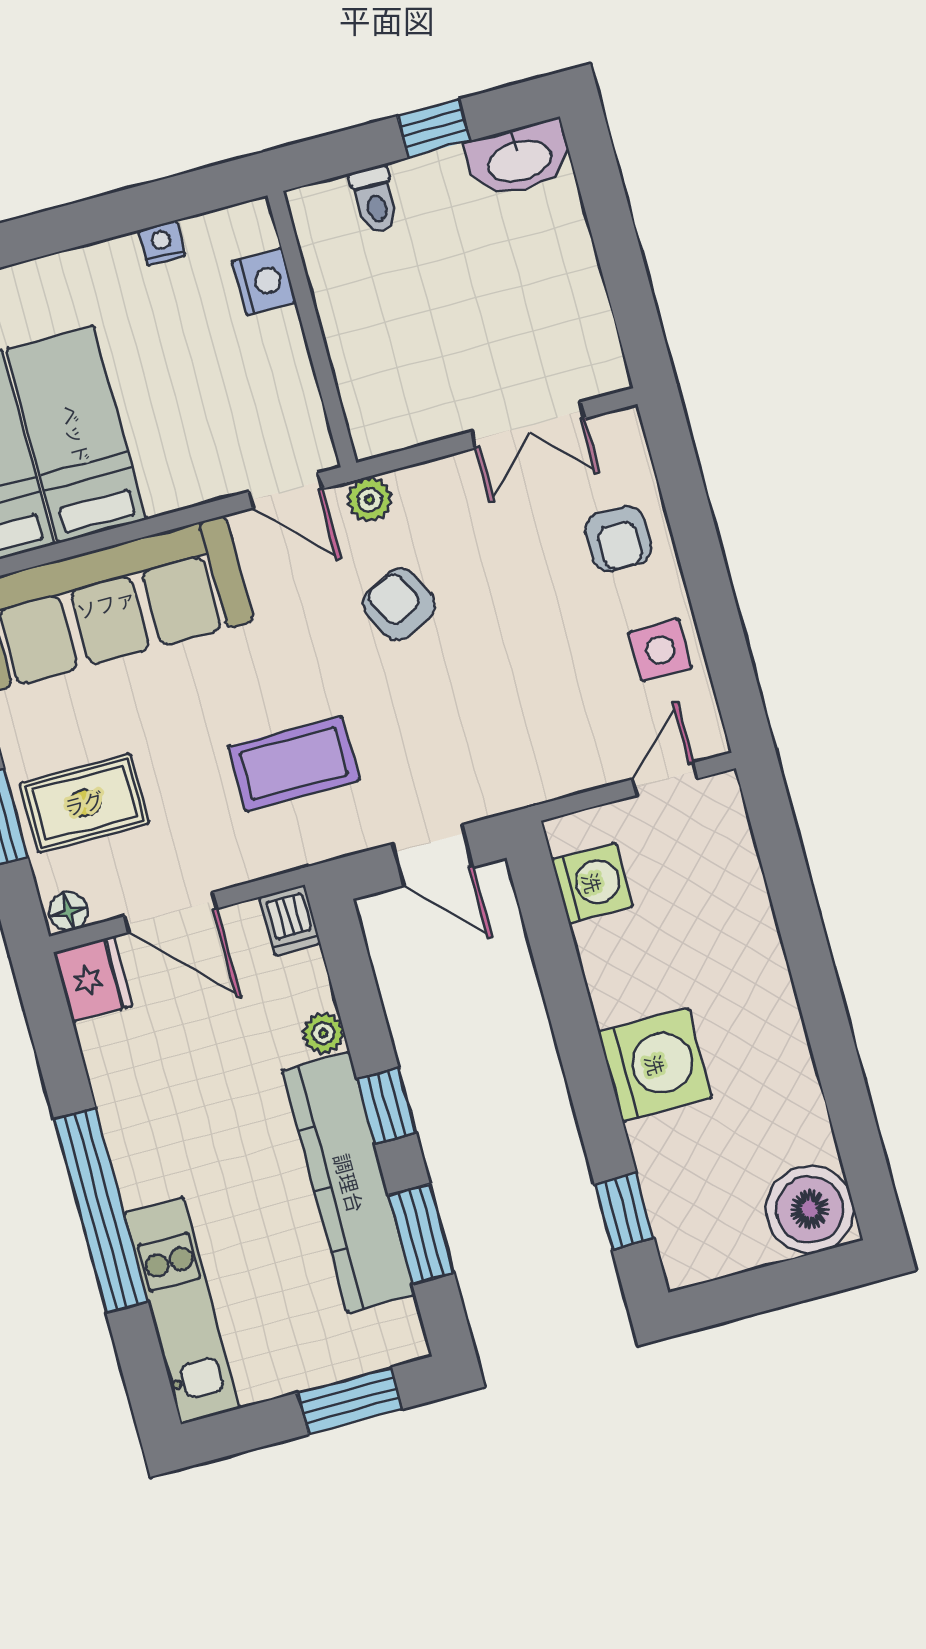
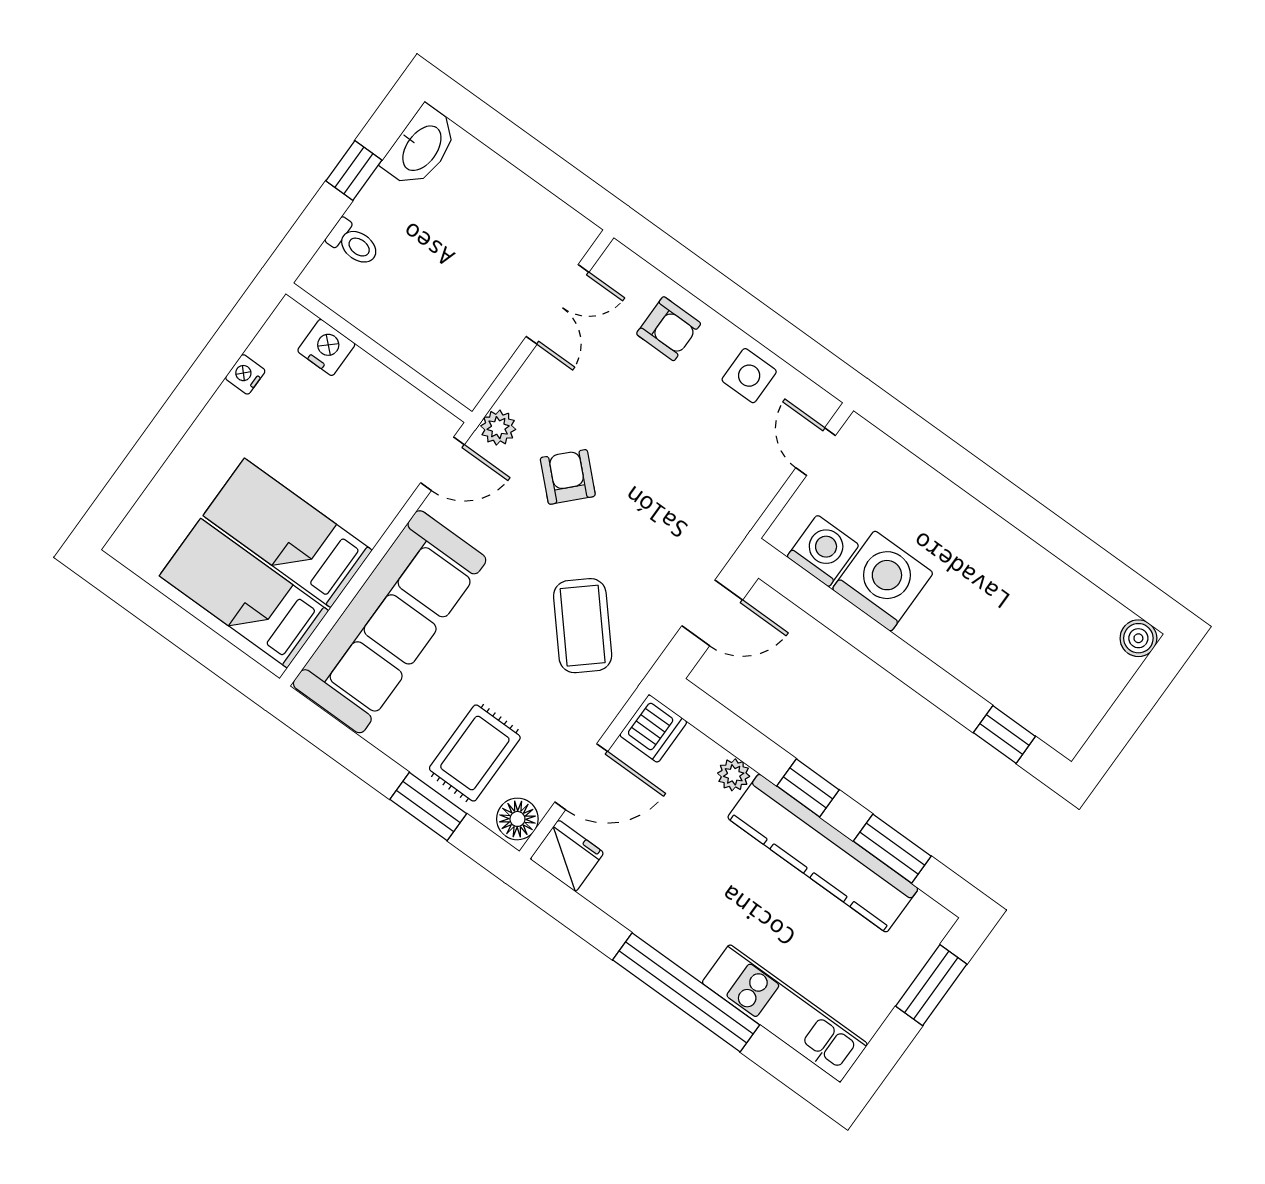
armchair: (399, 604) -> (568, 477), turned 71
coffee table: (294, 764) -> (583, 626), turned -41
floor lamp: (69, 912) -> (517, 819), width x1.37, depth x1.37
dishwasher: (290, 920) -> (653, 728), width x1.38
washing machine: (655, 1065) -> (883, 581), moved
boiler: (810, 1209) -> (1138, 638), width x0.54, depth x0.54

